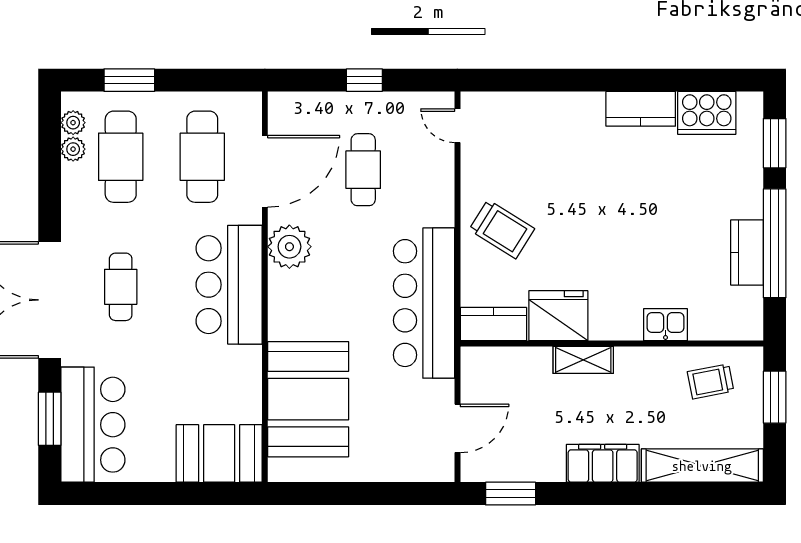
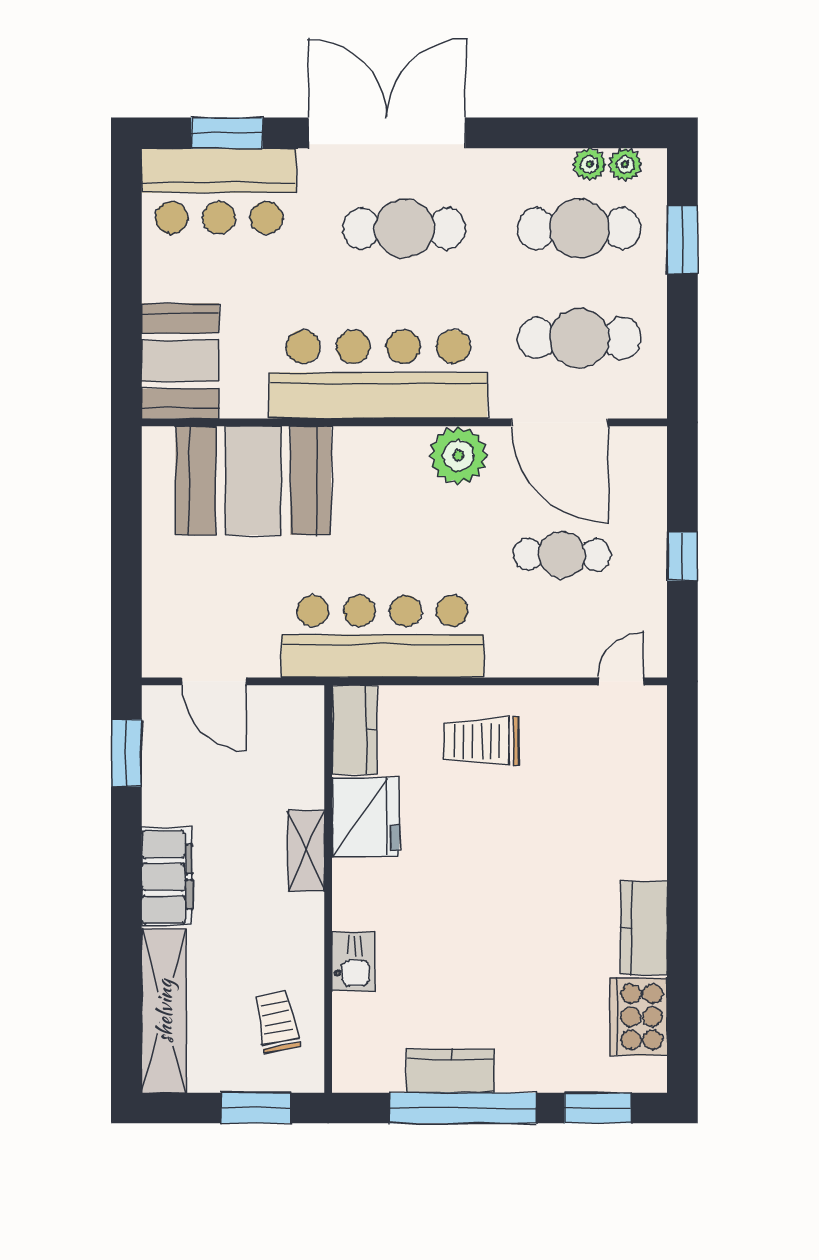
trolley: (502, 229) -> (482, 741), turned 58
bar counter: (229, 285) -> (378, 374), width x1.36
cafe table: (121, 287) -> (404, 228), width x1.37, depth x1.35

